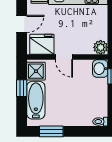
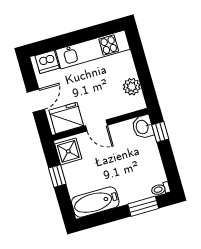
plant: (101, 47) -> (132, 87), moved
bathtub: (36, 100) -> (95, 202), moved, turned -90
window: (51, 131) -> (143, 206), moved

